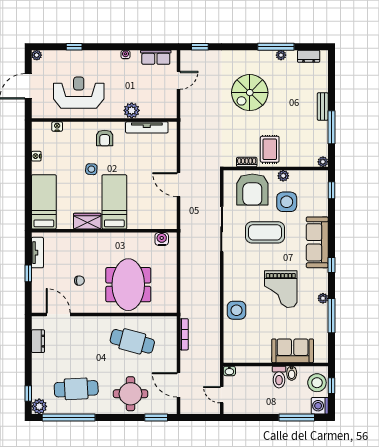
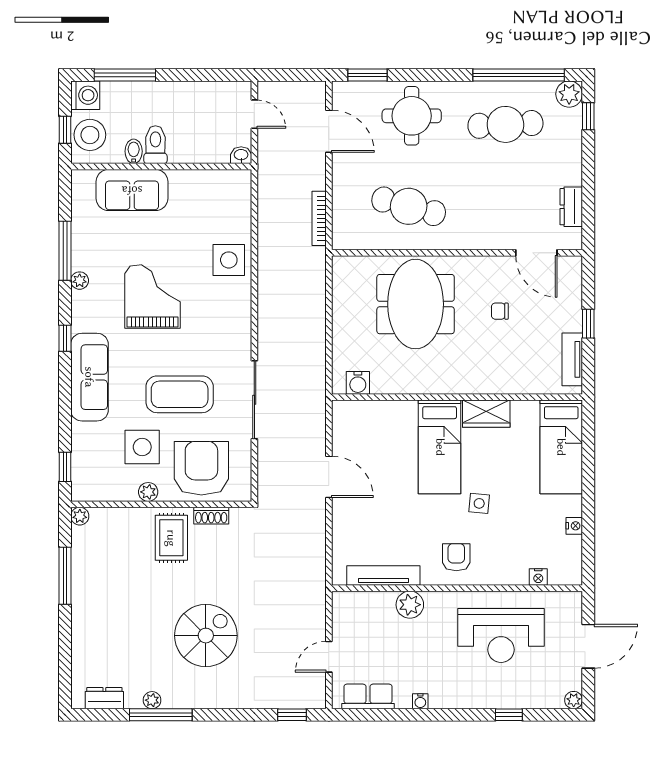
bench: (323, 106) -> (80, 611), removed

